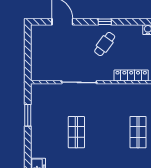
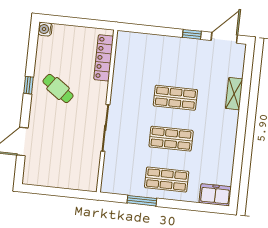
shop shelf: (46, 132) -> (167, 180), added
shop shelf: (138, 132) -> (175, 98), moved

